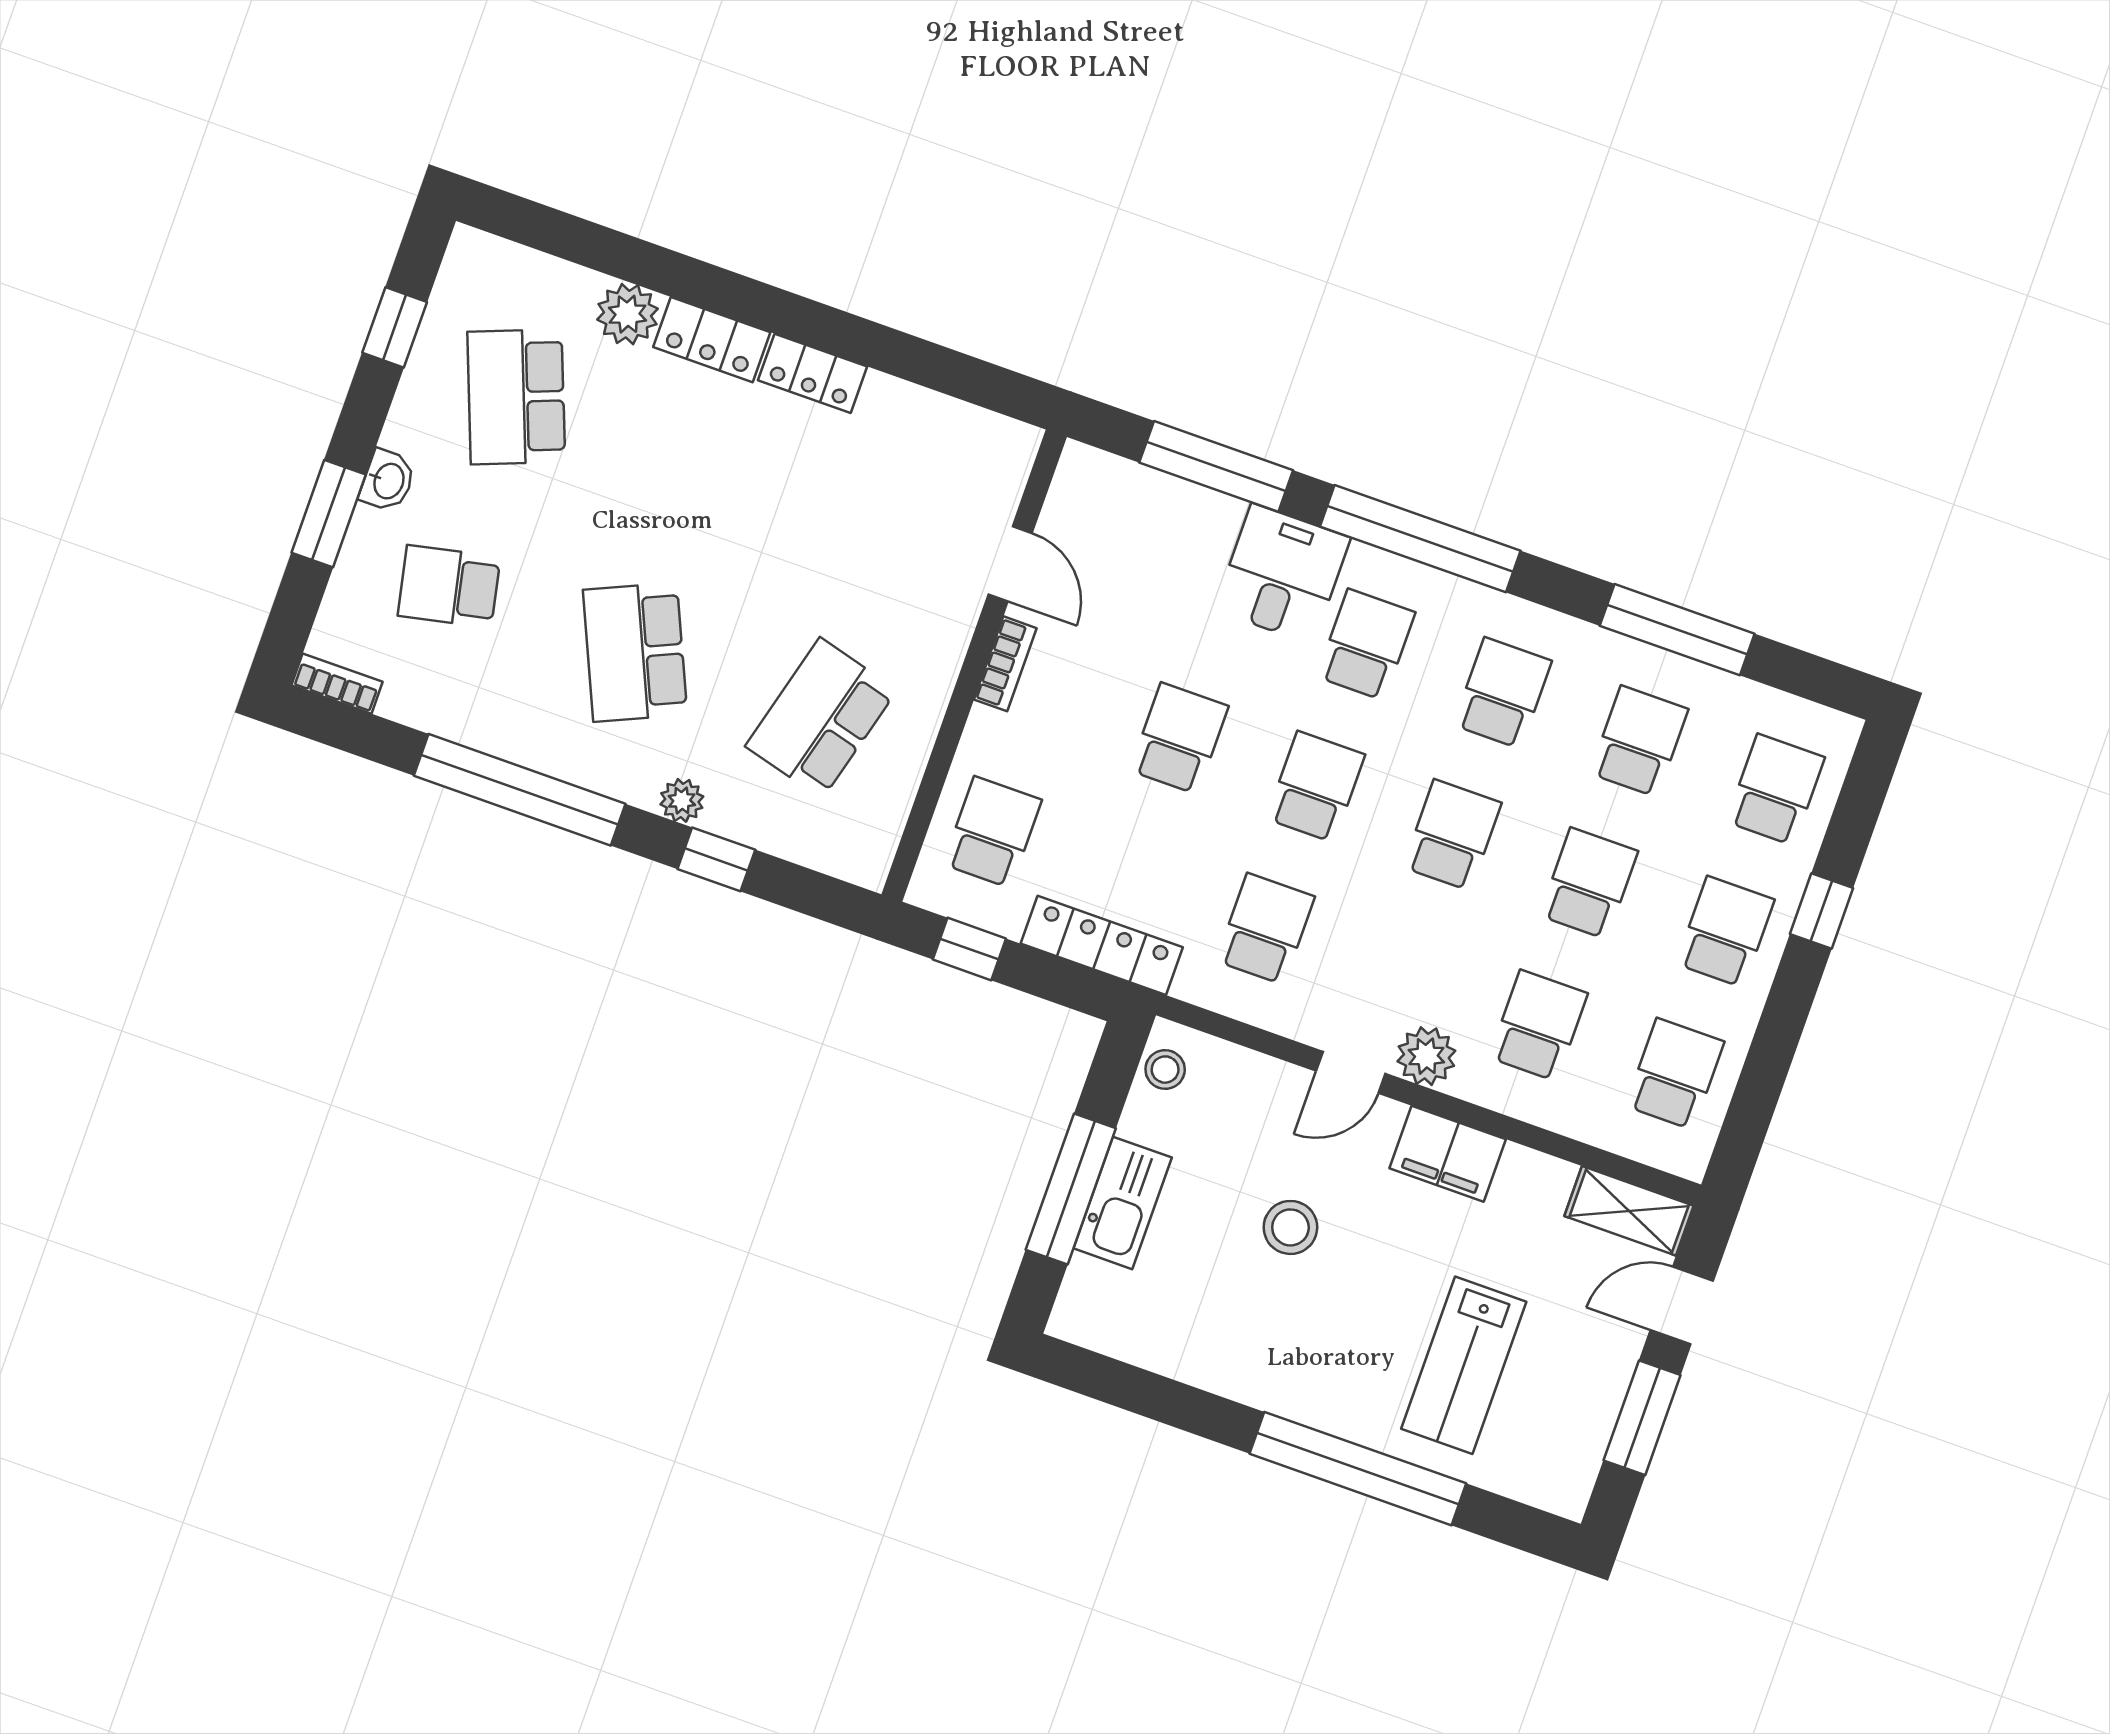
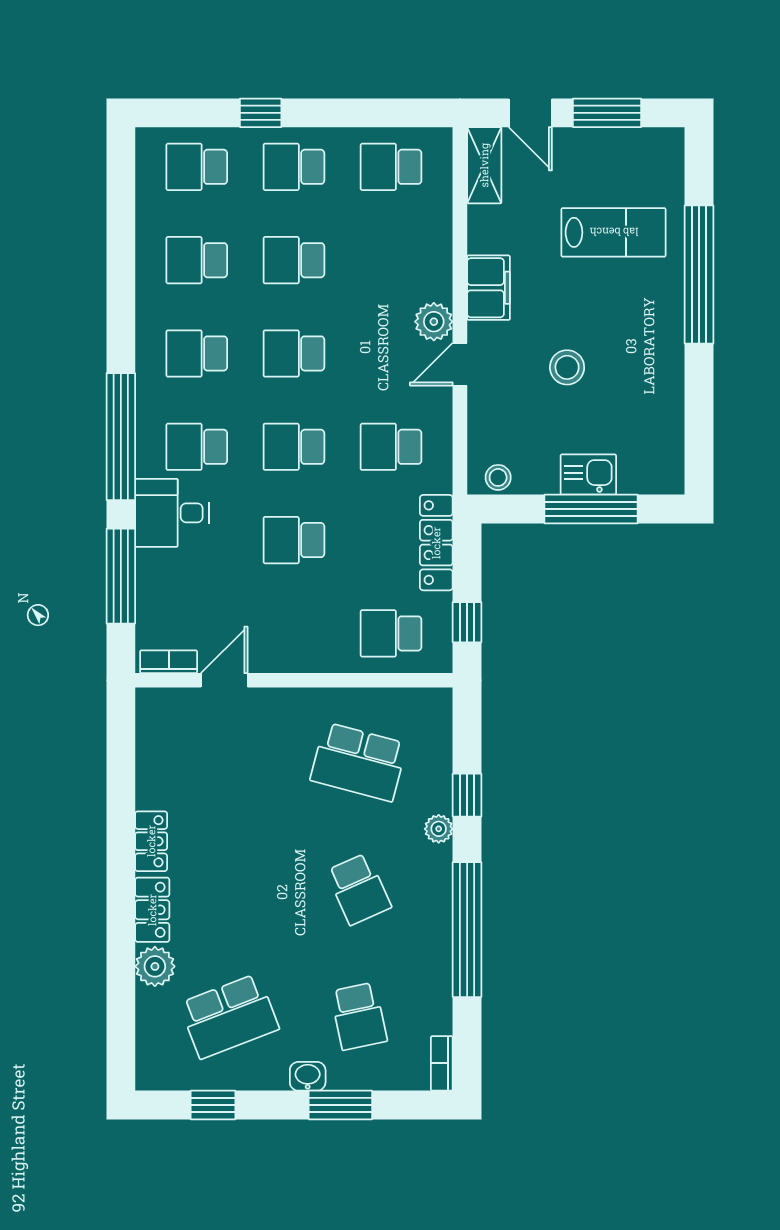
window: (1677, 630) -> (121, 261), removed
school desk: (635, 652) -> (359, 889), width x0.54
bookcase: (1005, 664) -> (169, 662), moved
school desk: (1538, 1025) -> (391, 260), removed
door: (1351, 1072) -> (460, 364), swing flipped
kitchen sink: (1123, 1203) -> (588, 475), width x0.73

